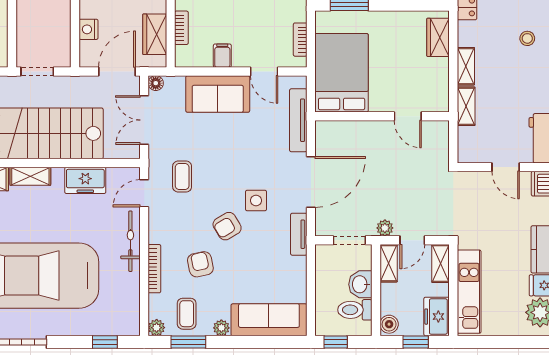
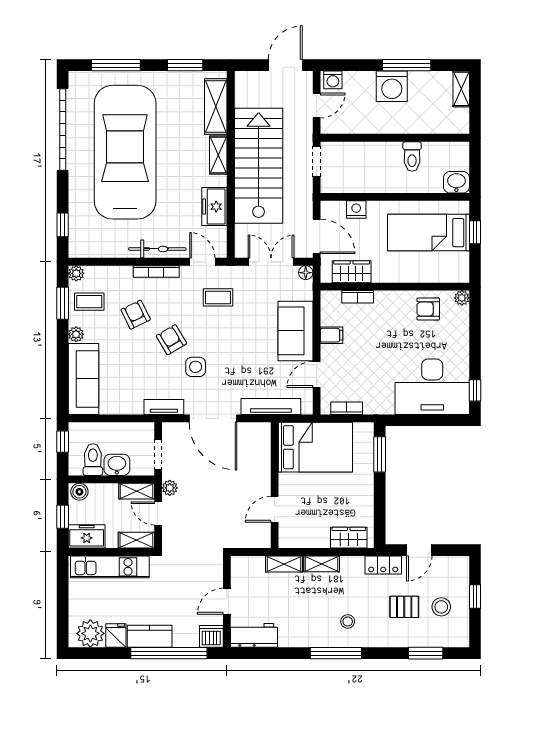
armchair: (200, 264) -> (136, 315), turned -104
bookcase: (154, 269) -> (156, 271), moved

